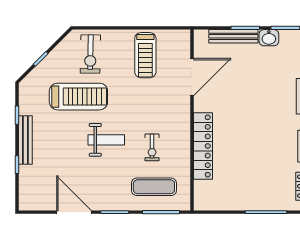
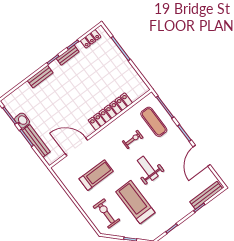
exercise bike: (90, 54) -> (106, 213), turned -90
treadmill: (145, 55) -> (96, 175), moved
bench: (25, 140) -> (206, 195), moved

